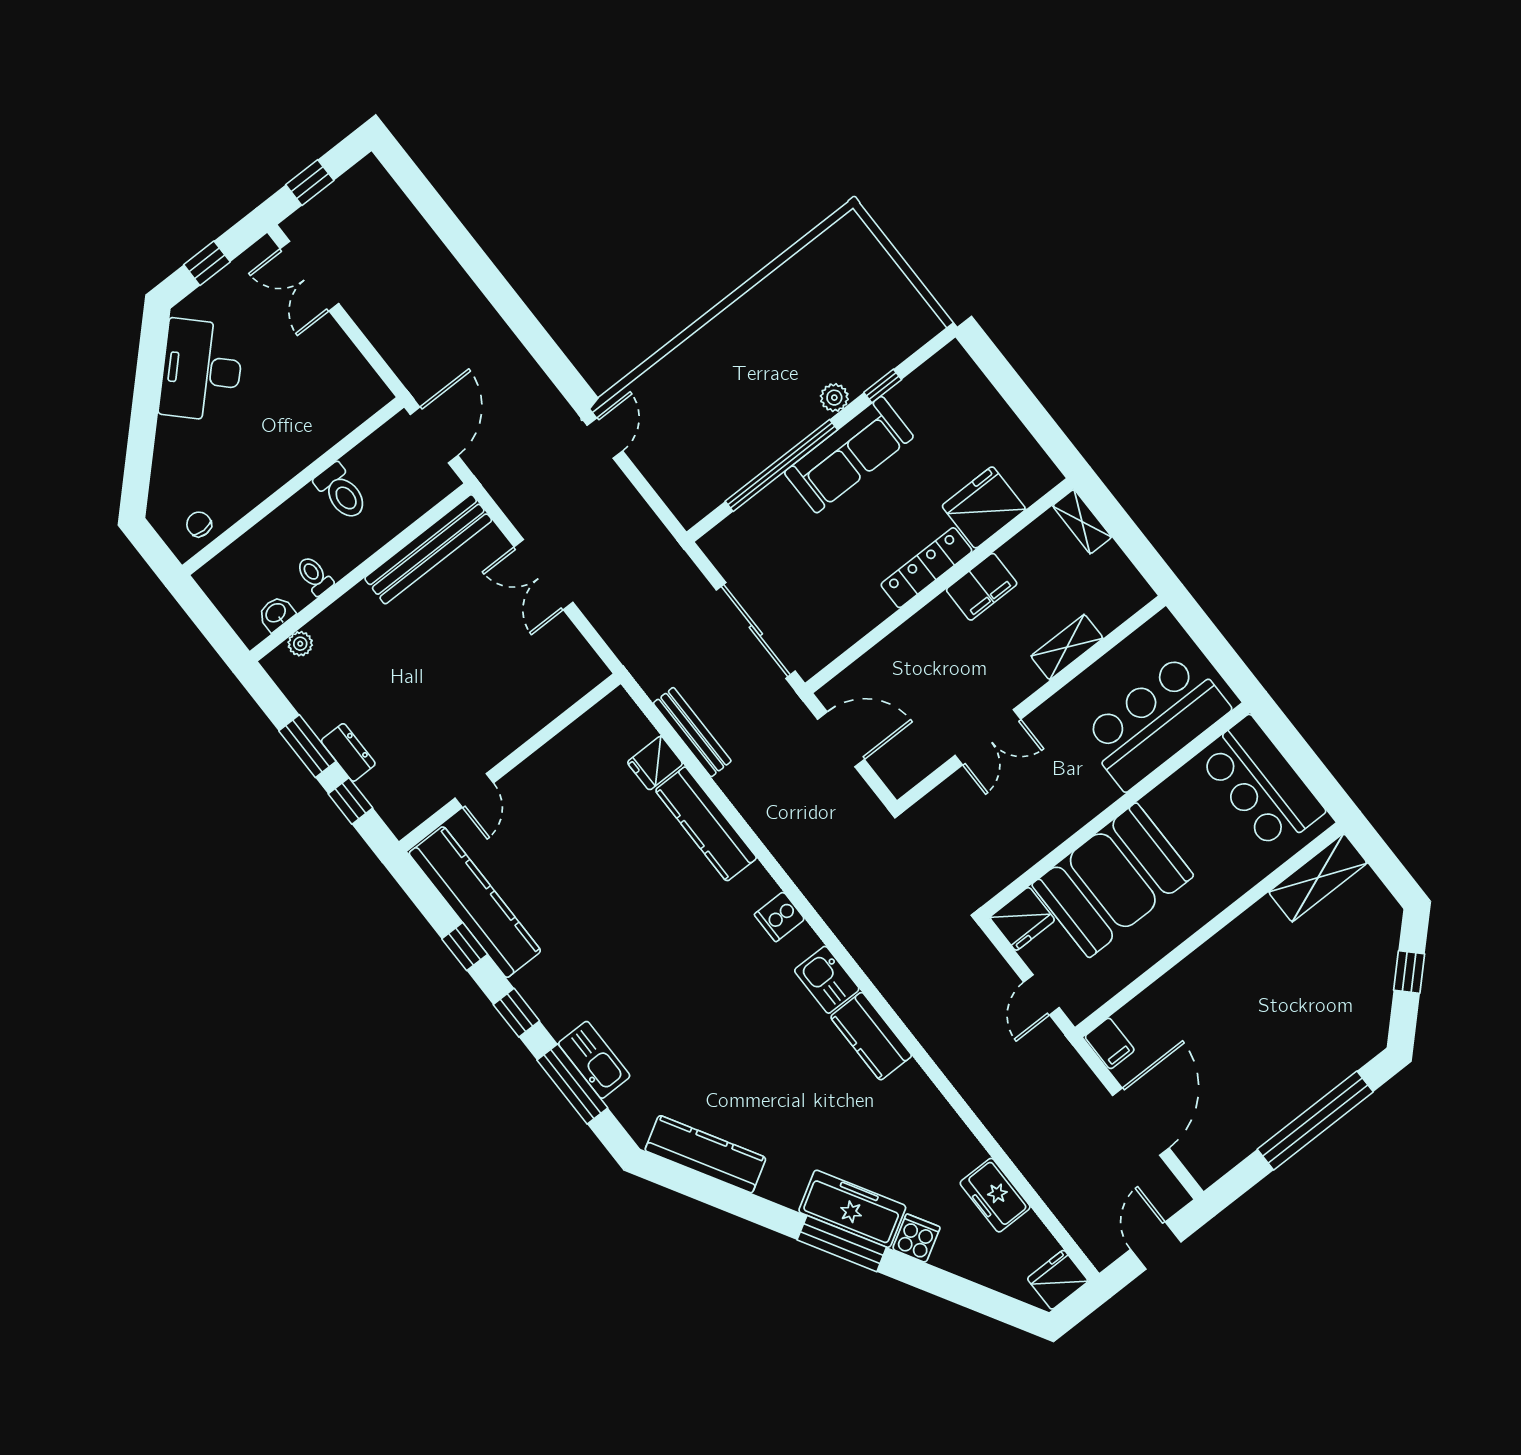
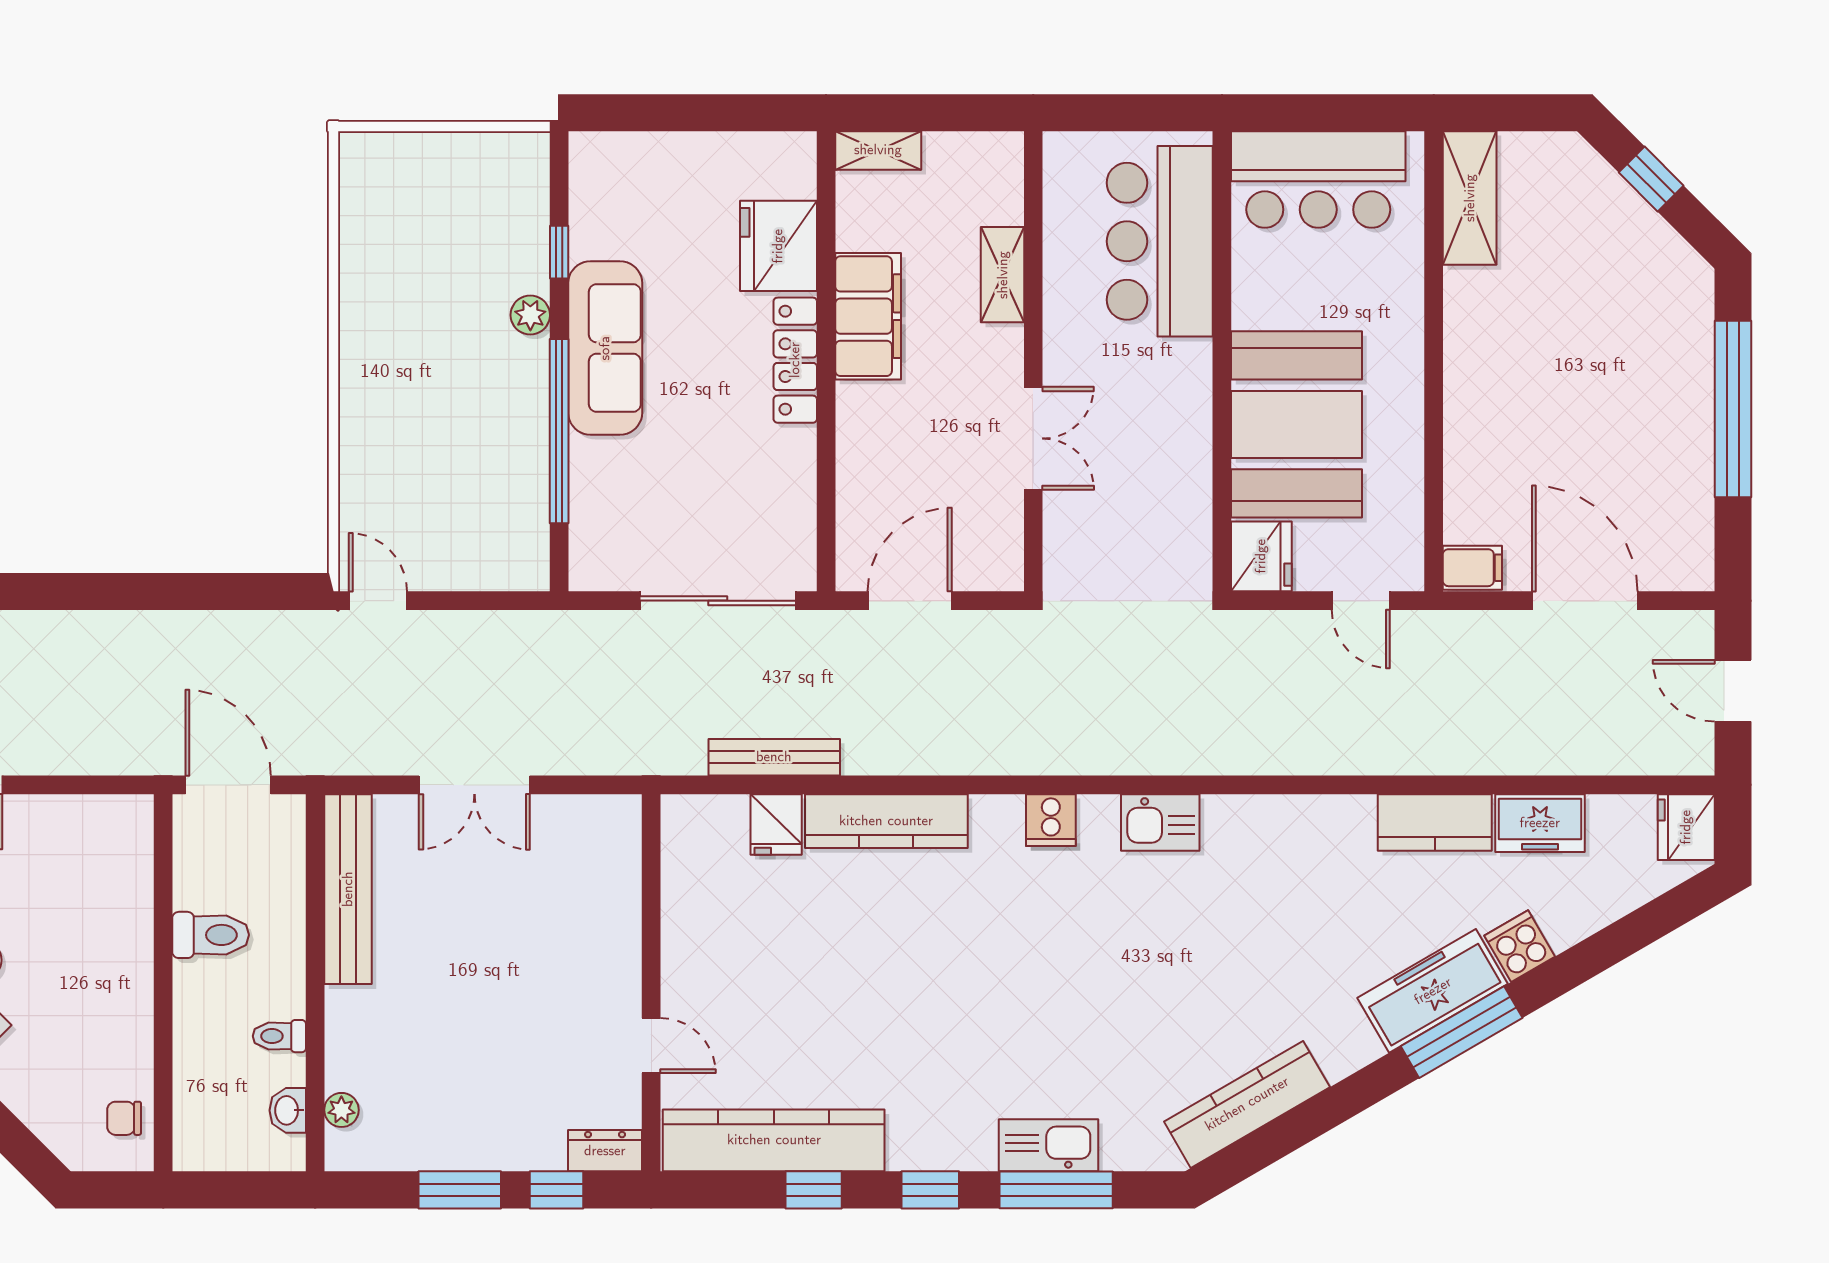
filing cabinet: (982, 587) -> (868, 316), width x1.50, depth x1.17
dresser: (348, 752) -> (605, 1151), moved
kitchen counter: (871, 1036) -> (1435, 822), moved

